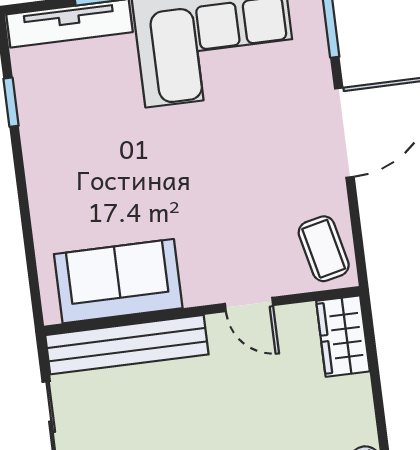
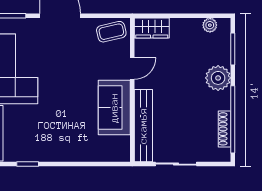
sofa: (118, 281) -> (114, 108), moved

